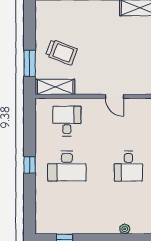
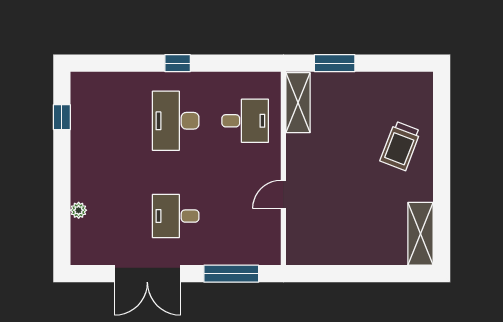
trolley: (61, 52) -> (400, 146), moved

